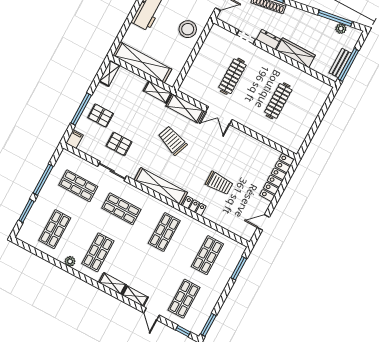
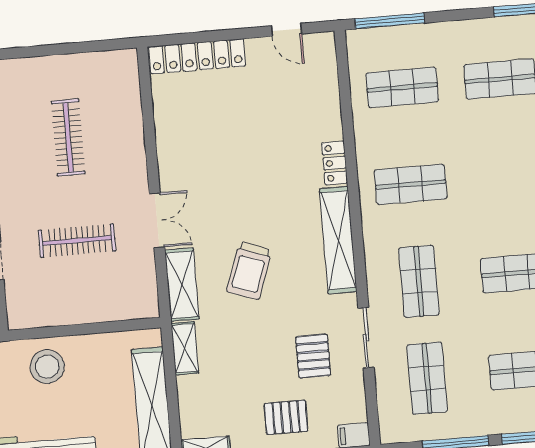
clothes rail: (278, 101) -> (68, 138), turned 90
pallet: (101, 116) -> (286, 417), turned 90
trolley: (219, 183) -> (269, 146), removed
window: (239, 268) -> (390, 21), width x1.44

